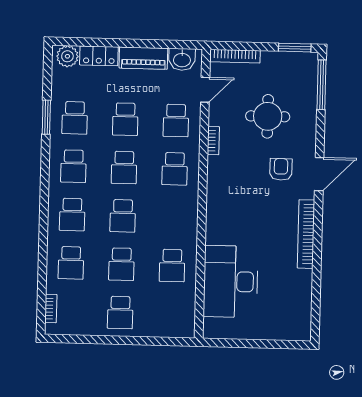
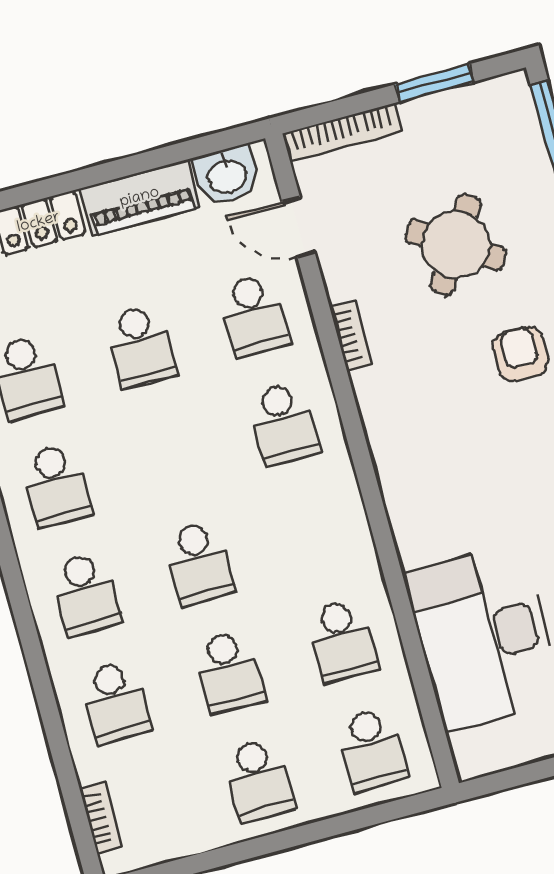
window: (295, 48) -> (435, 83), moved
door: (205, 90) -> (299, 227), swing flipped
round table: (268, 116) -> (456, 245), turned 33
school desk: (124, 168) -> (372, 749), moved

